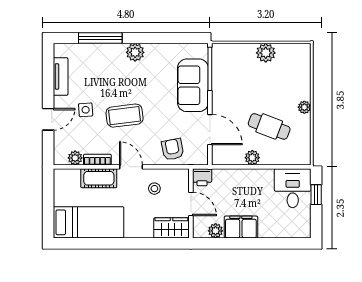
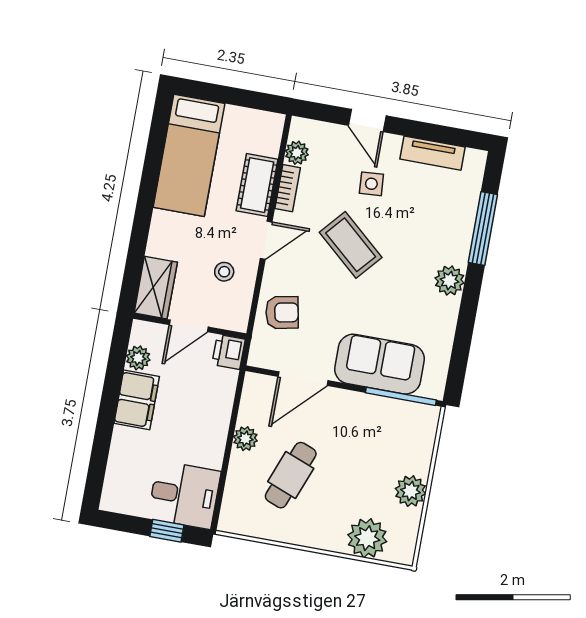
plant: (304, 107) -> (367, 538), moved, width x1.88, depth x1.88
coffee table: (125, 116) -> (351, 245), turned -42

